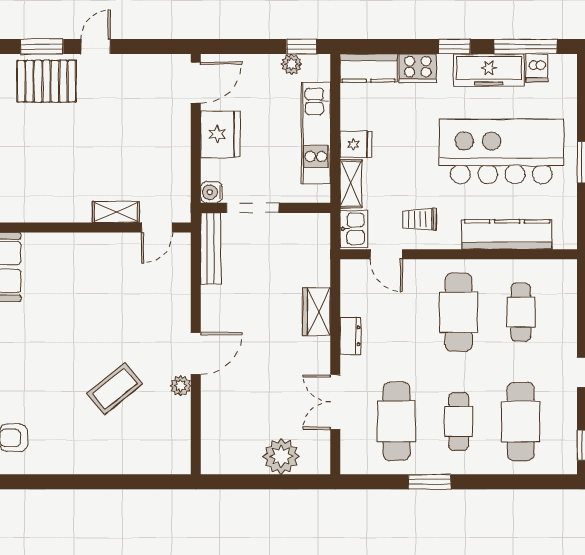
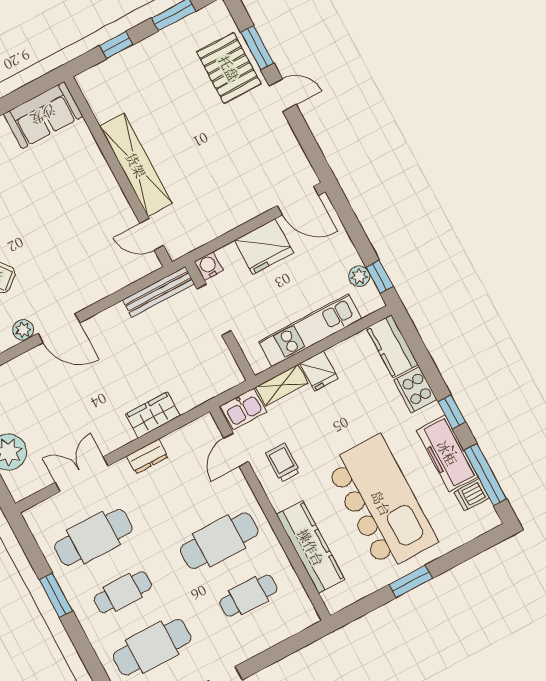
shelving: (116, 212) -> (136, 165), width x2.20, depth x1.33

